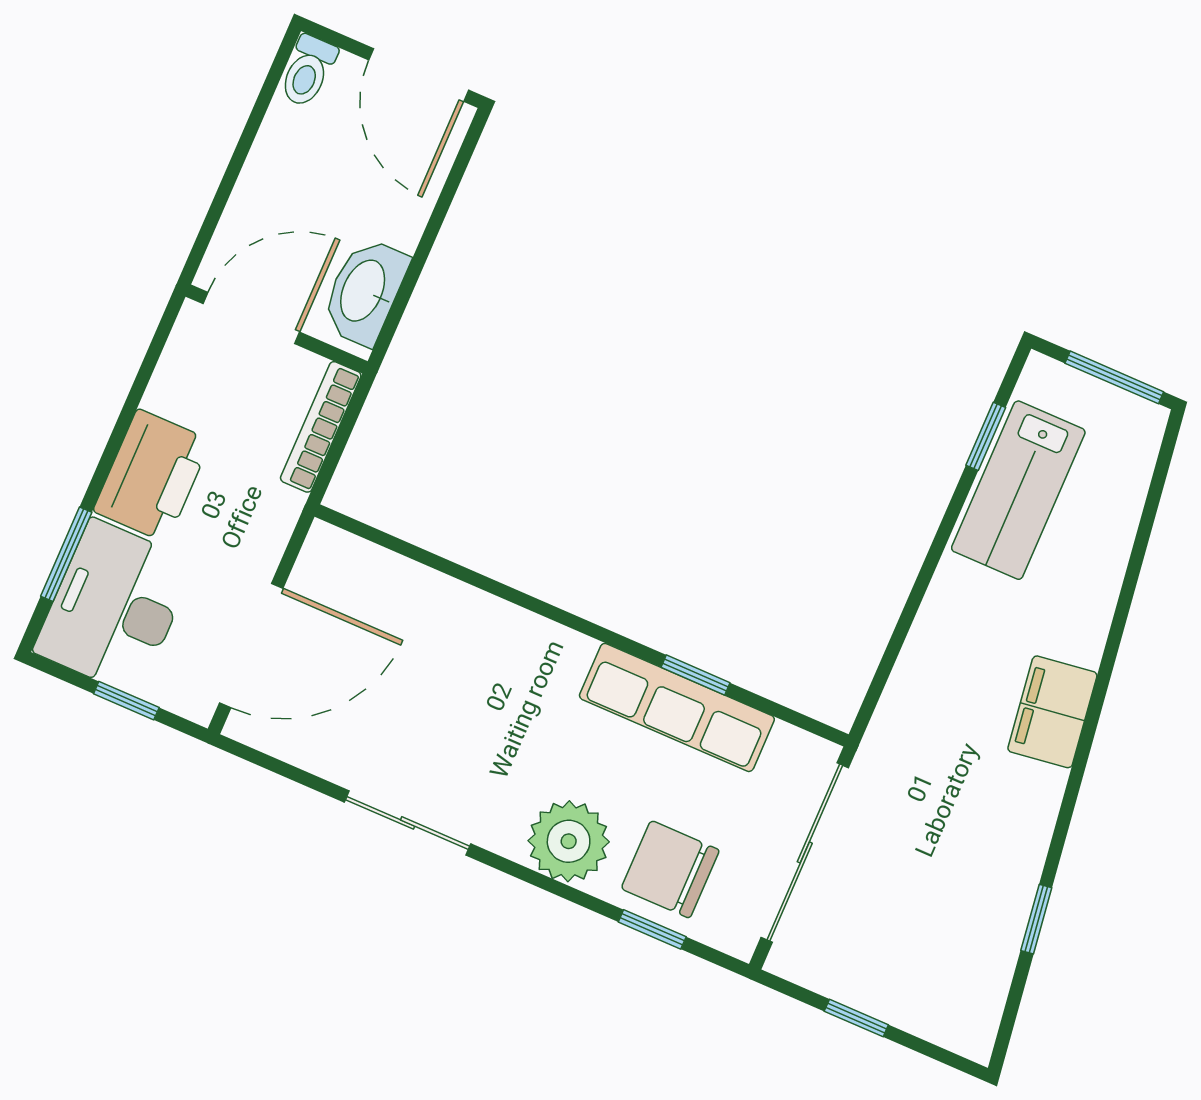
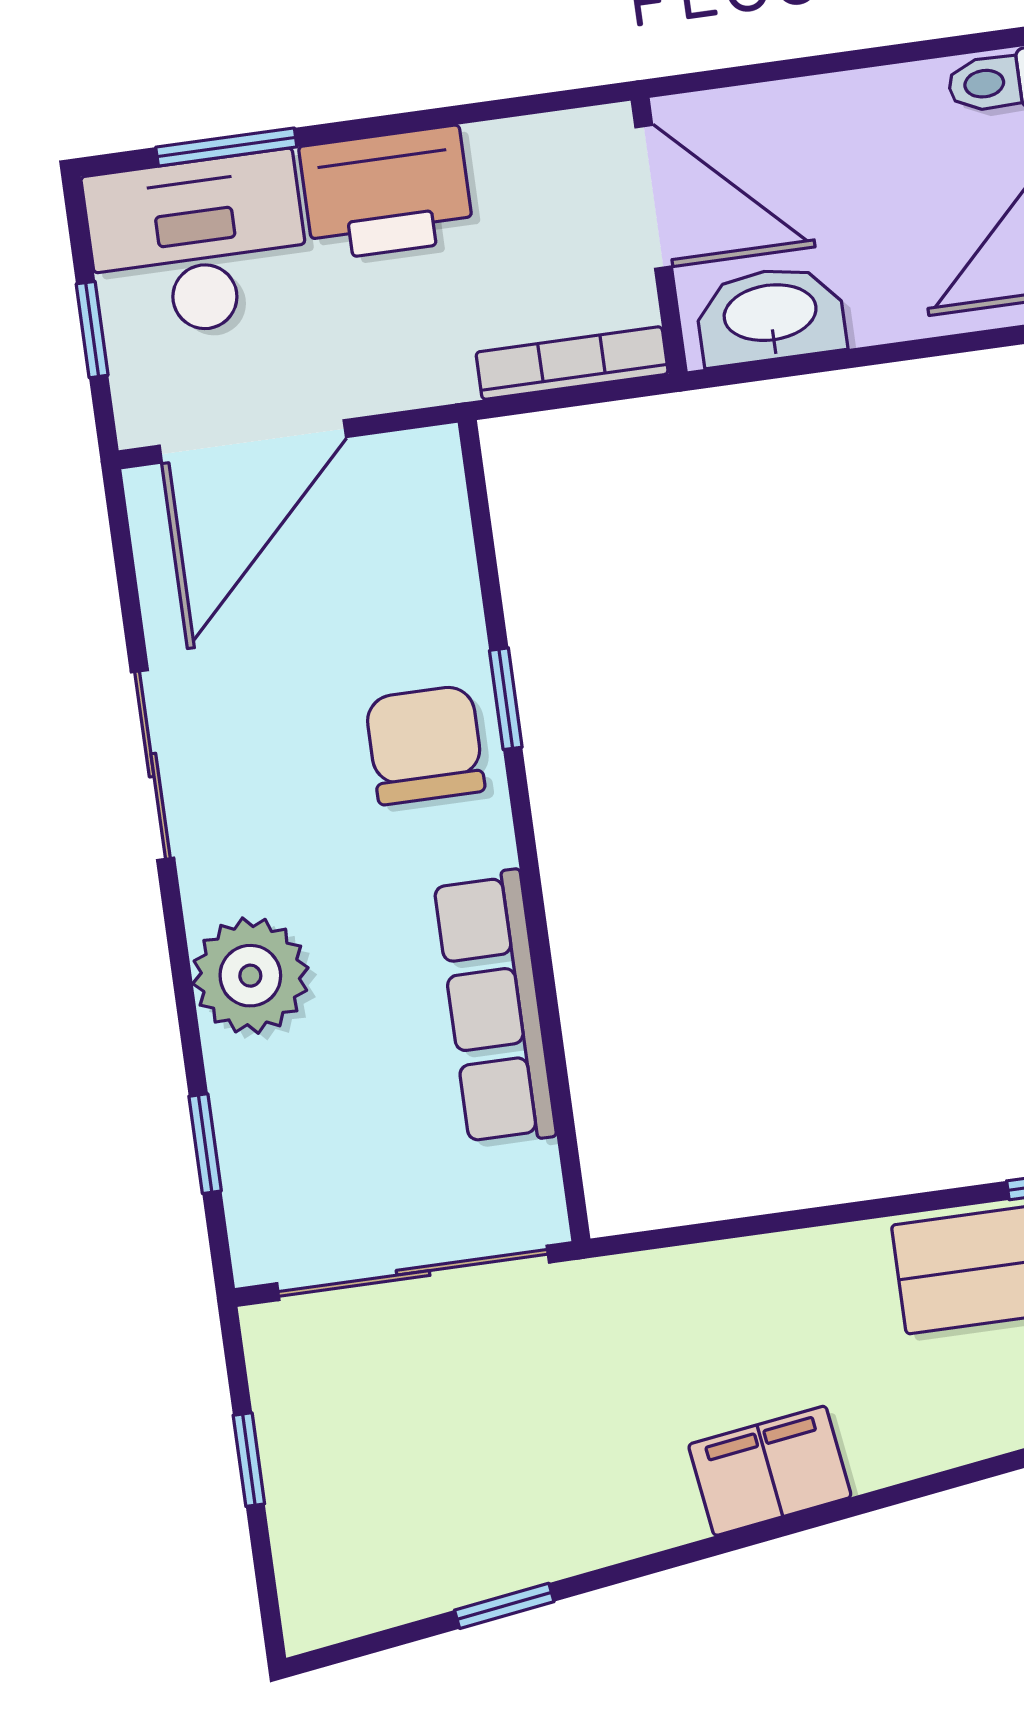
door: (251, 646) -> (253, 441), hinge flipped
window: (696, 675) -> (506, 699), moved
chair: (670, 869) -> (425, 745), moved

